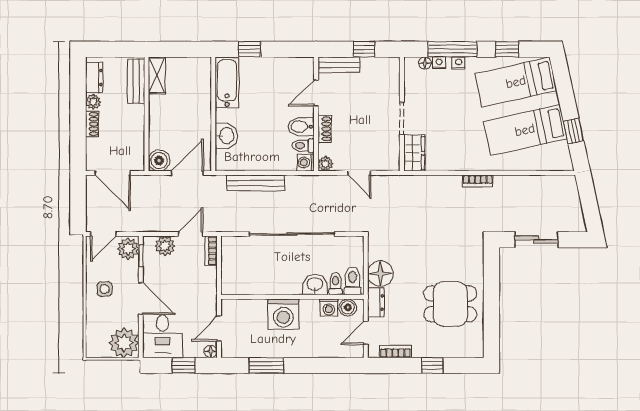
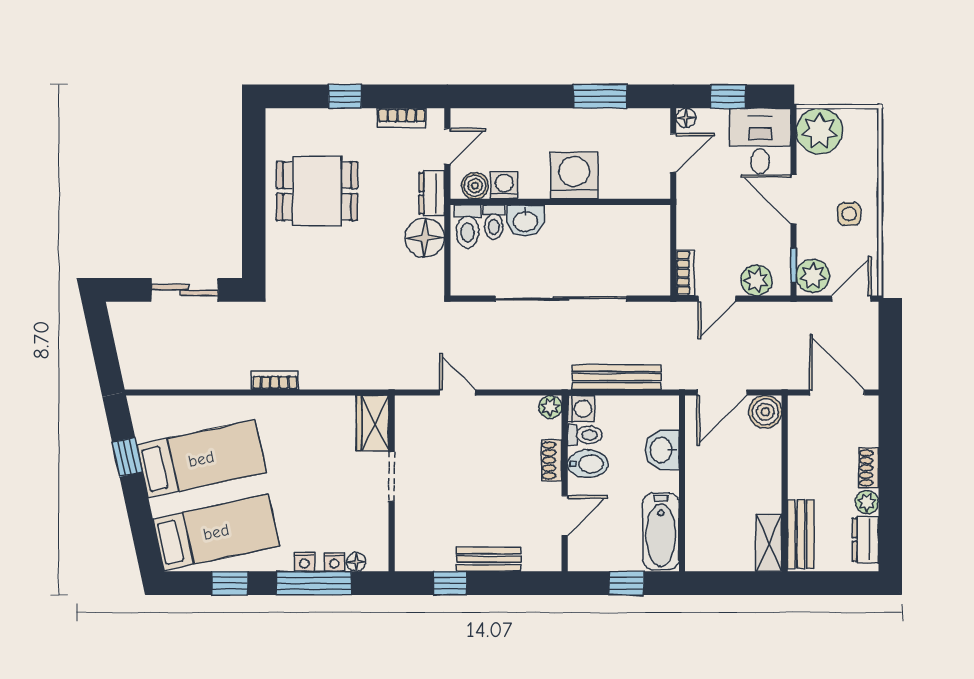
door: (316, 93) -> (565, 516), moved
wall: (316, 114) -> (565, 483), moved
bidet: (301, 127) -> (588, 464), moved
shoe rack: (325, 129) -> (552, 460), moved
toilet: (303, 146) -> (585, 435), moved
washing machine: (306, 162) -> (581, 409), moved
plant: (325, 164) -> (550, 407), moved

